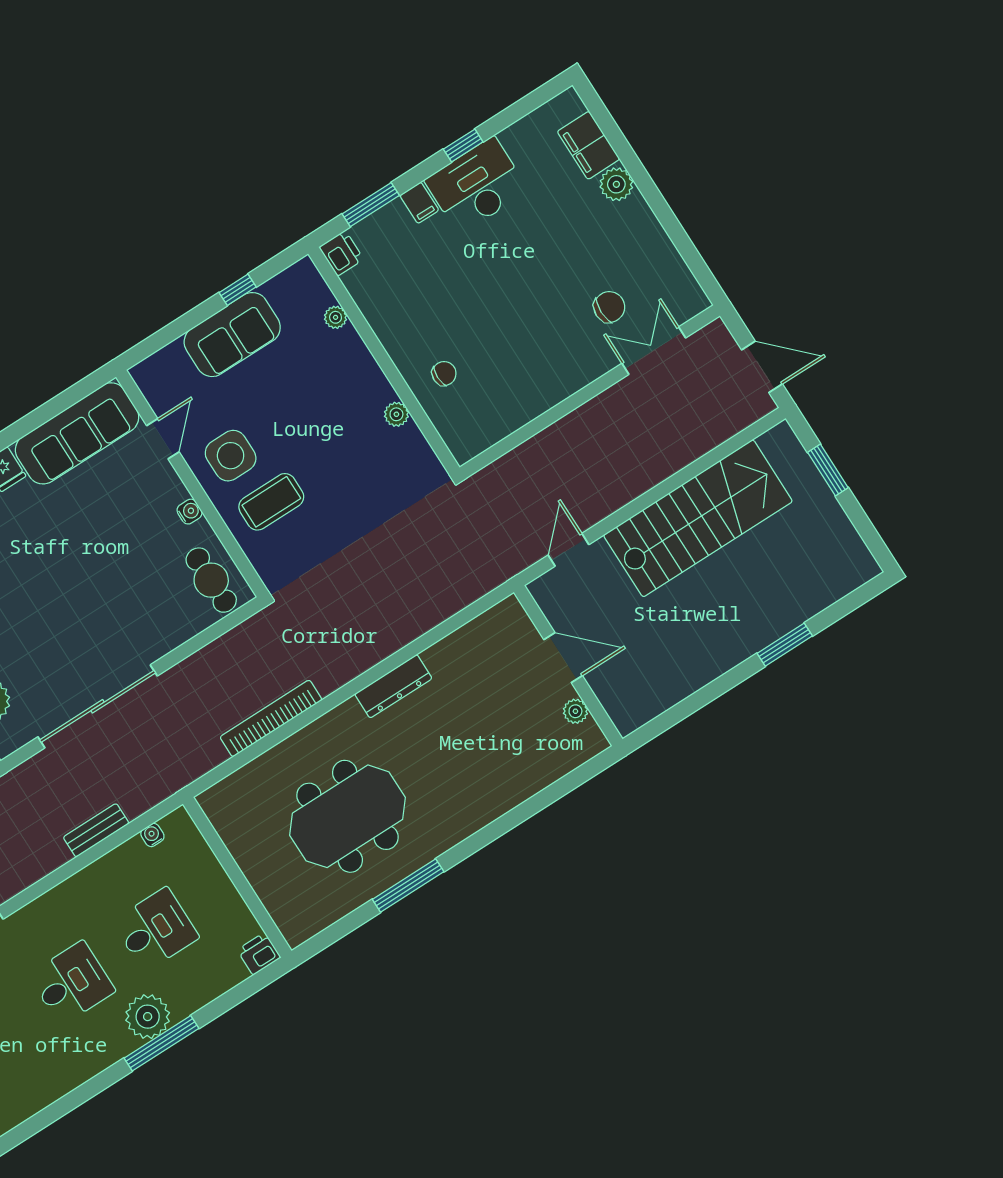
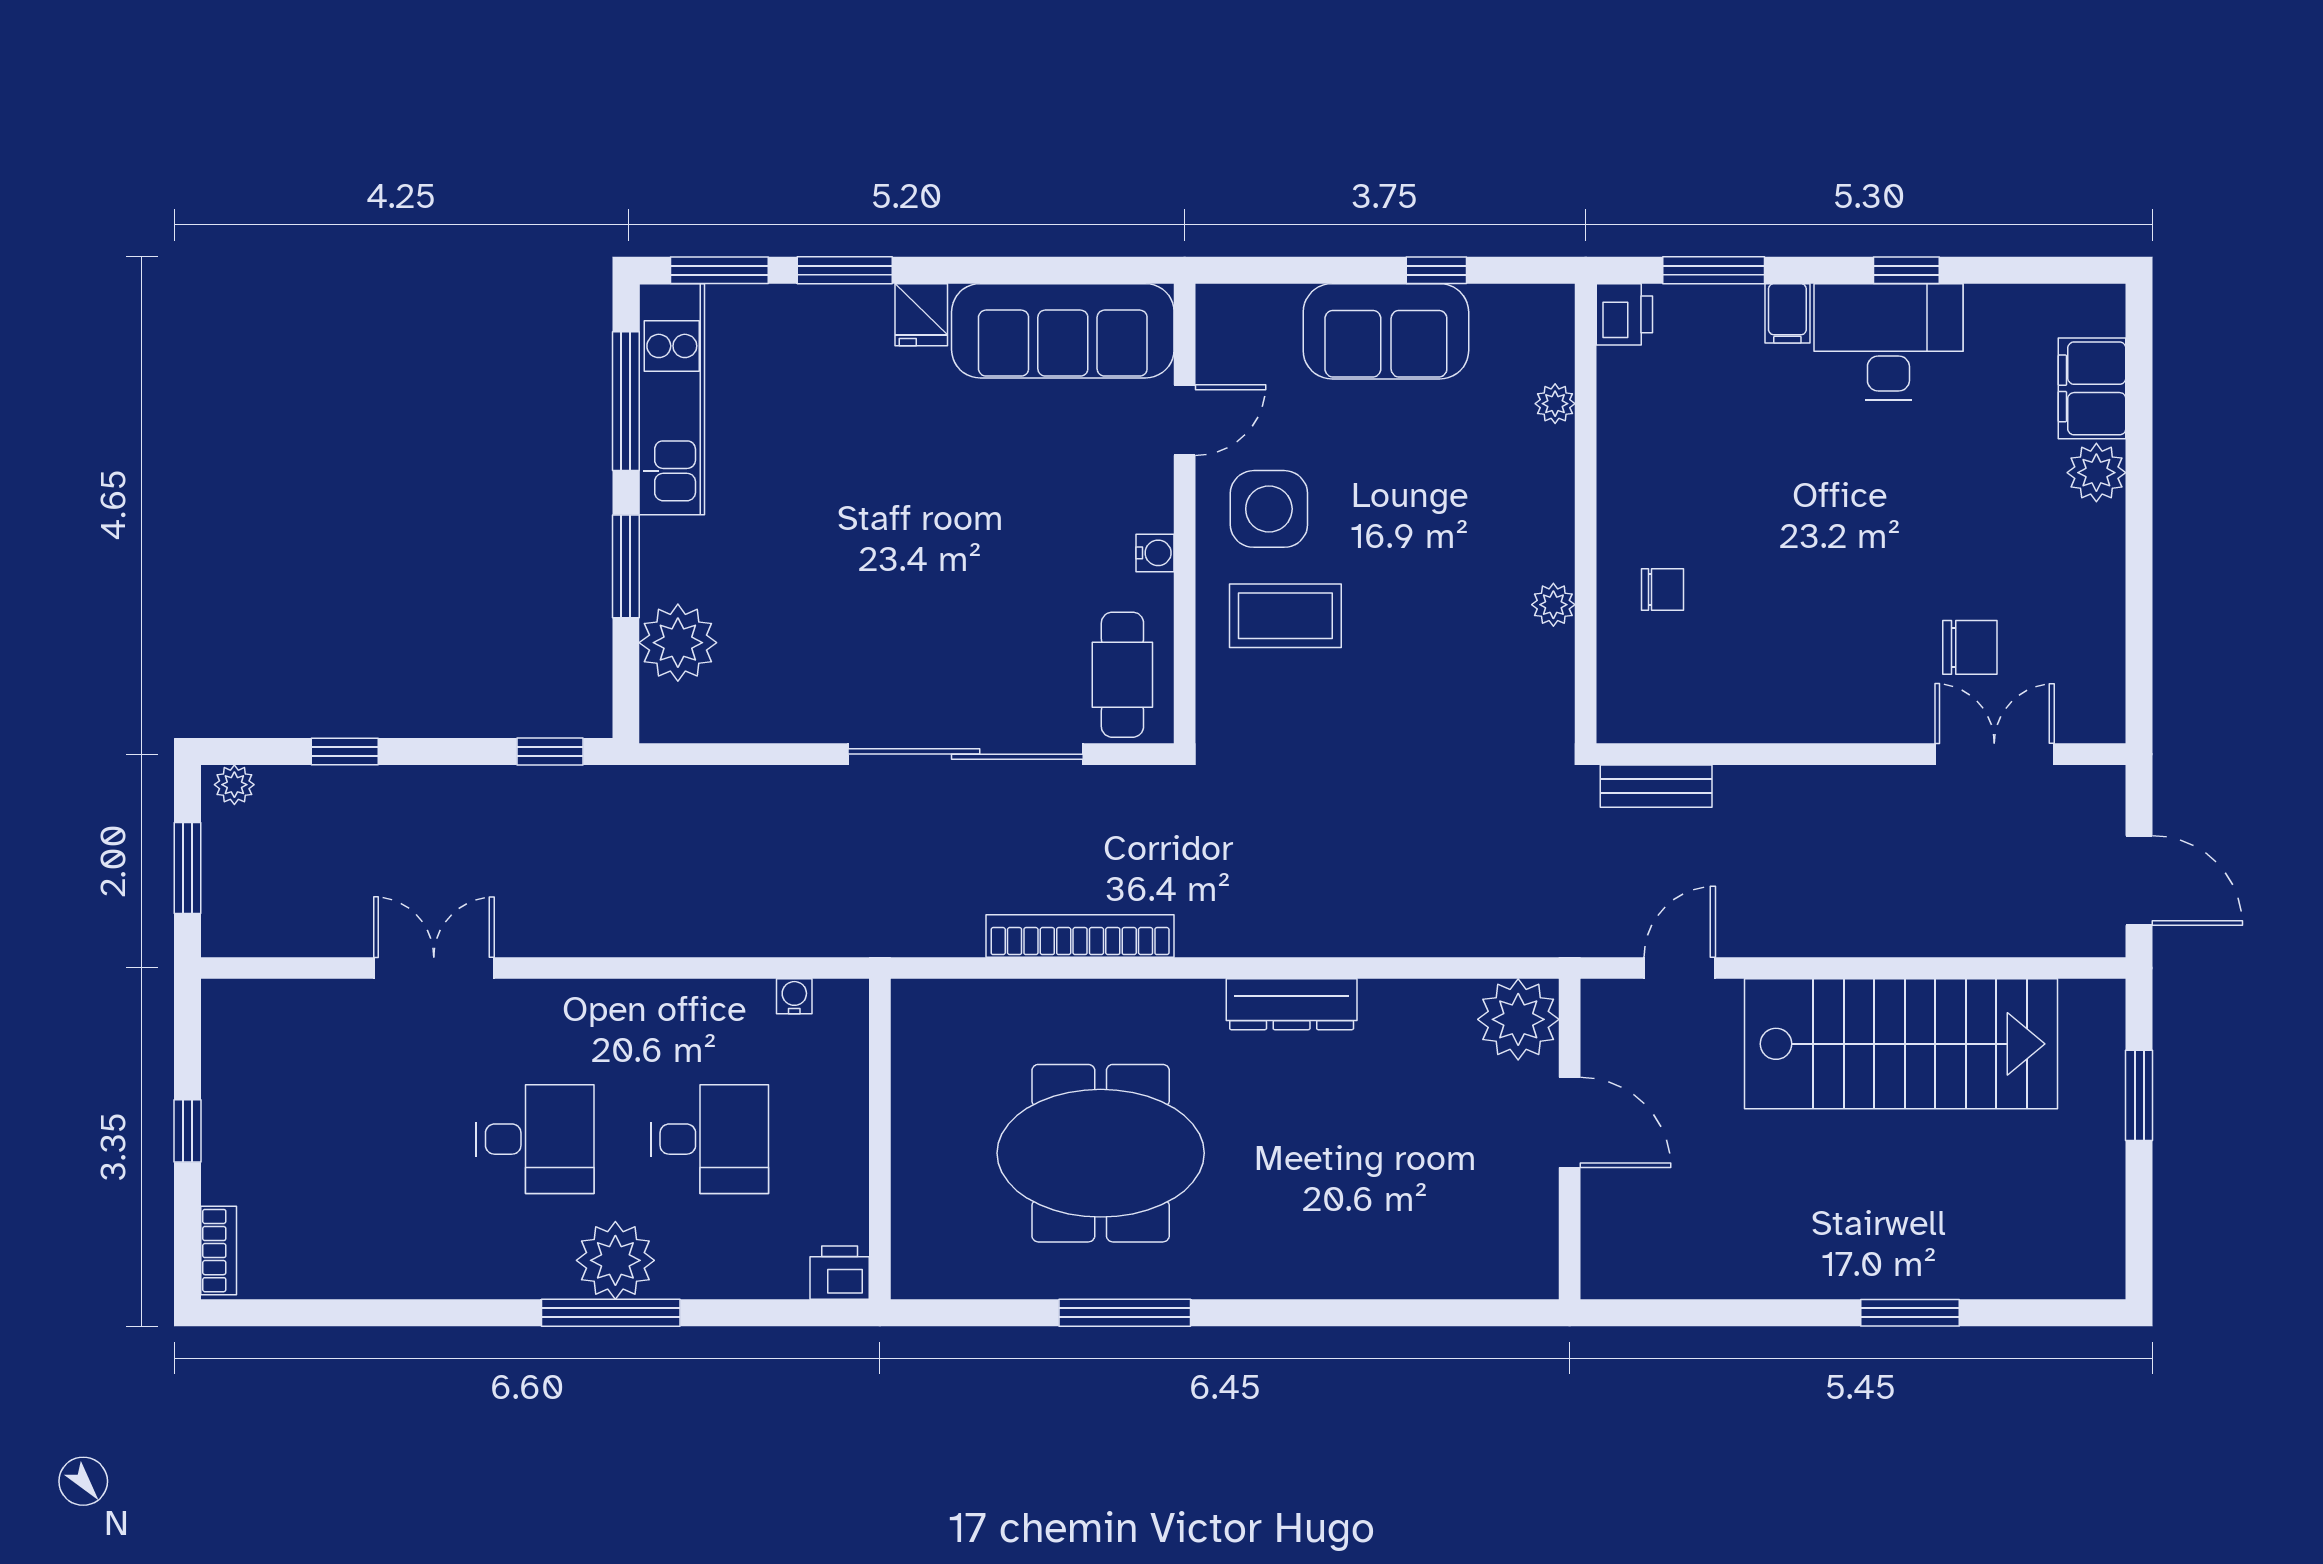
sliding door: (98, 706) -> (966, 754), moved
plant: (575, 711) -> (1518, 1019), moved, width x1.87, depth x1.87
bench: (96, 830) -> (1656, 786), moved

